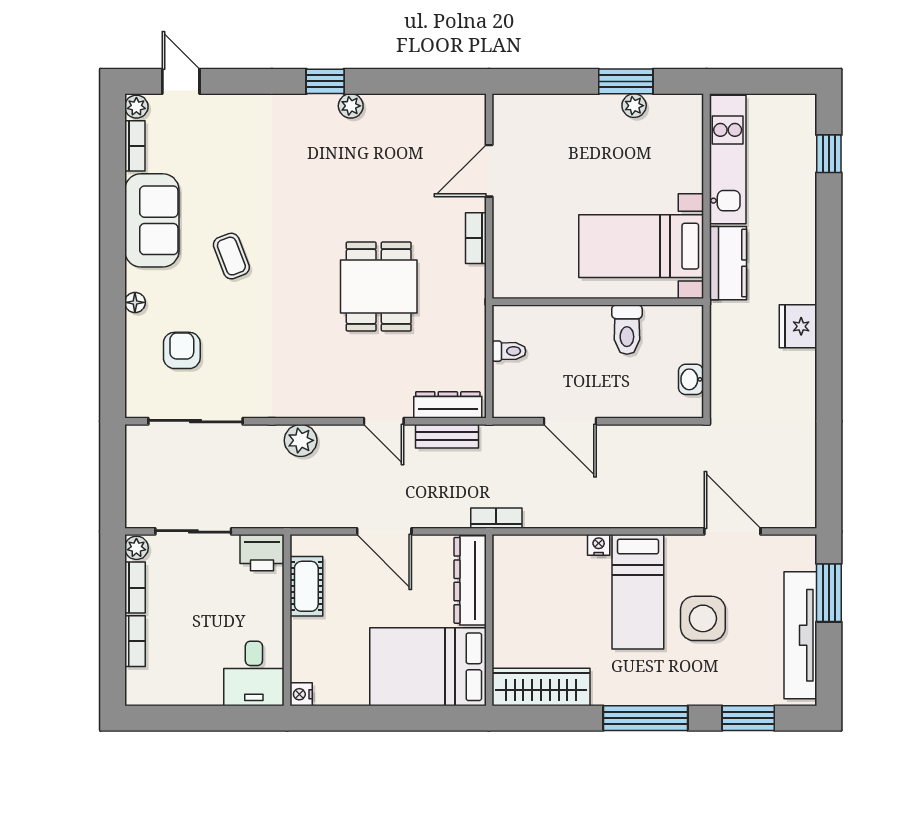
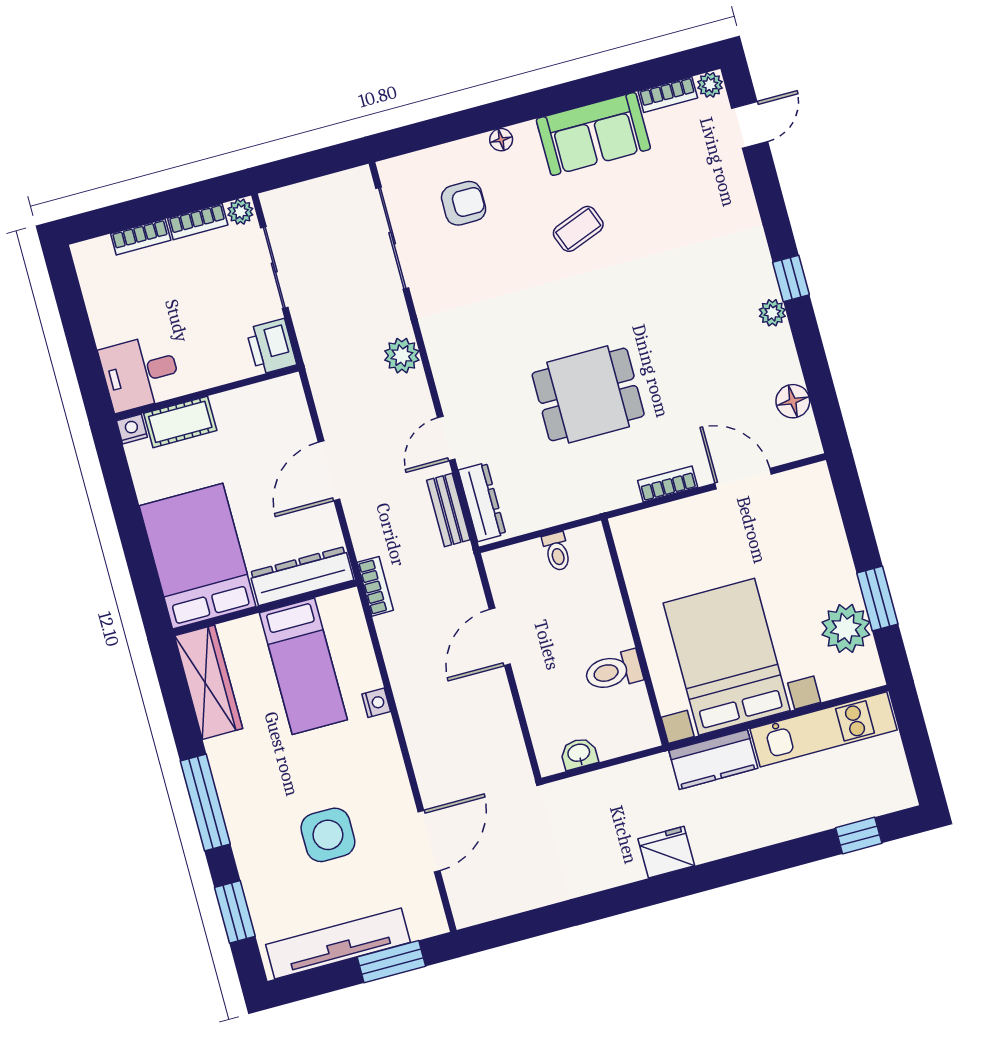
plant: (634, 106) -> (846, 628), width x1.88, depth x1.88
floor lamp: (433, 109) -> (793, 401), added
bed with nightstands: (641, 246) -> (727, 657), width x1.36
cot: (306, 586) -> (180, 422), moved
bed: (638, 592) -> (303, 666), moved, turned -90

